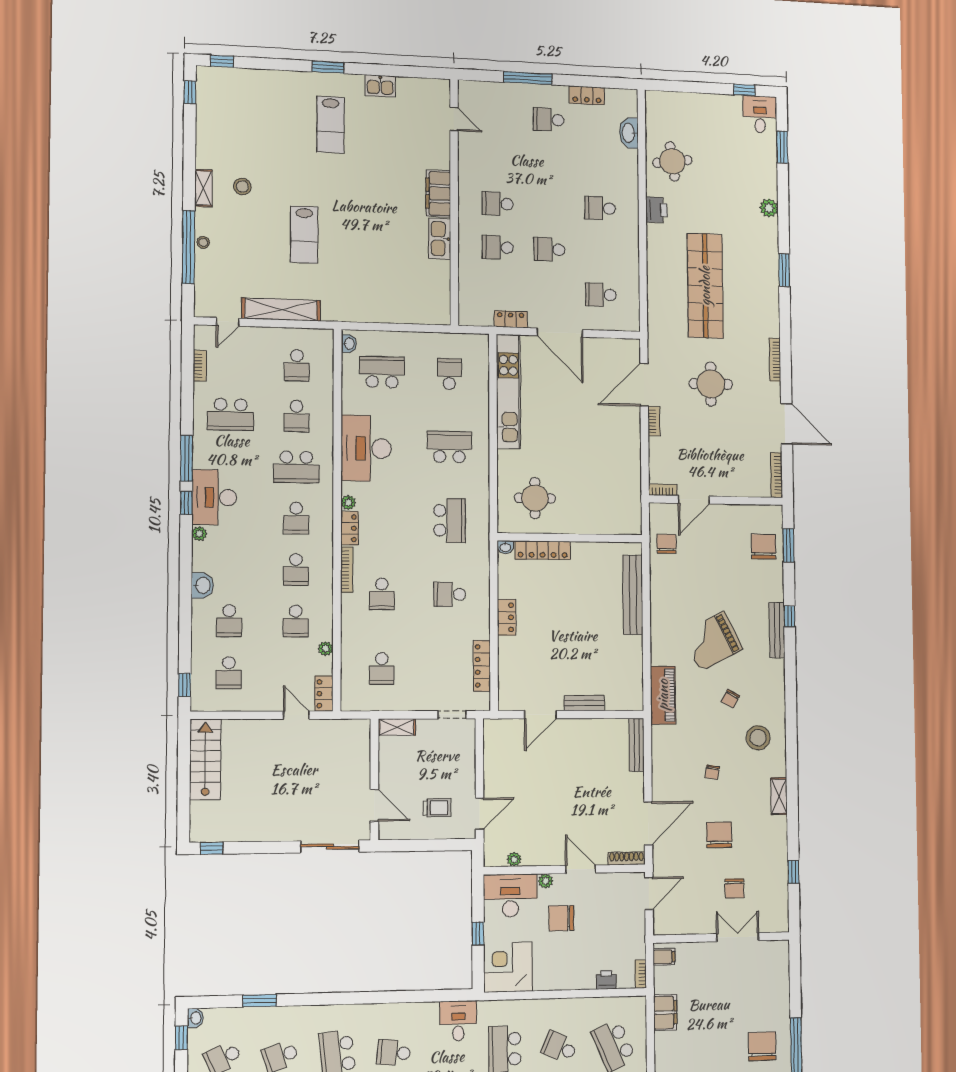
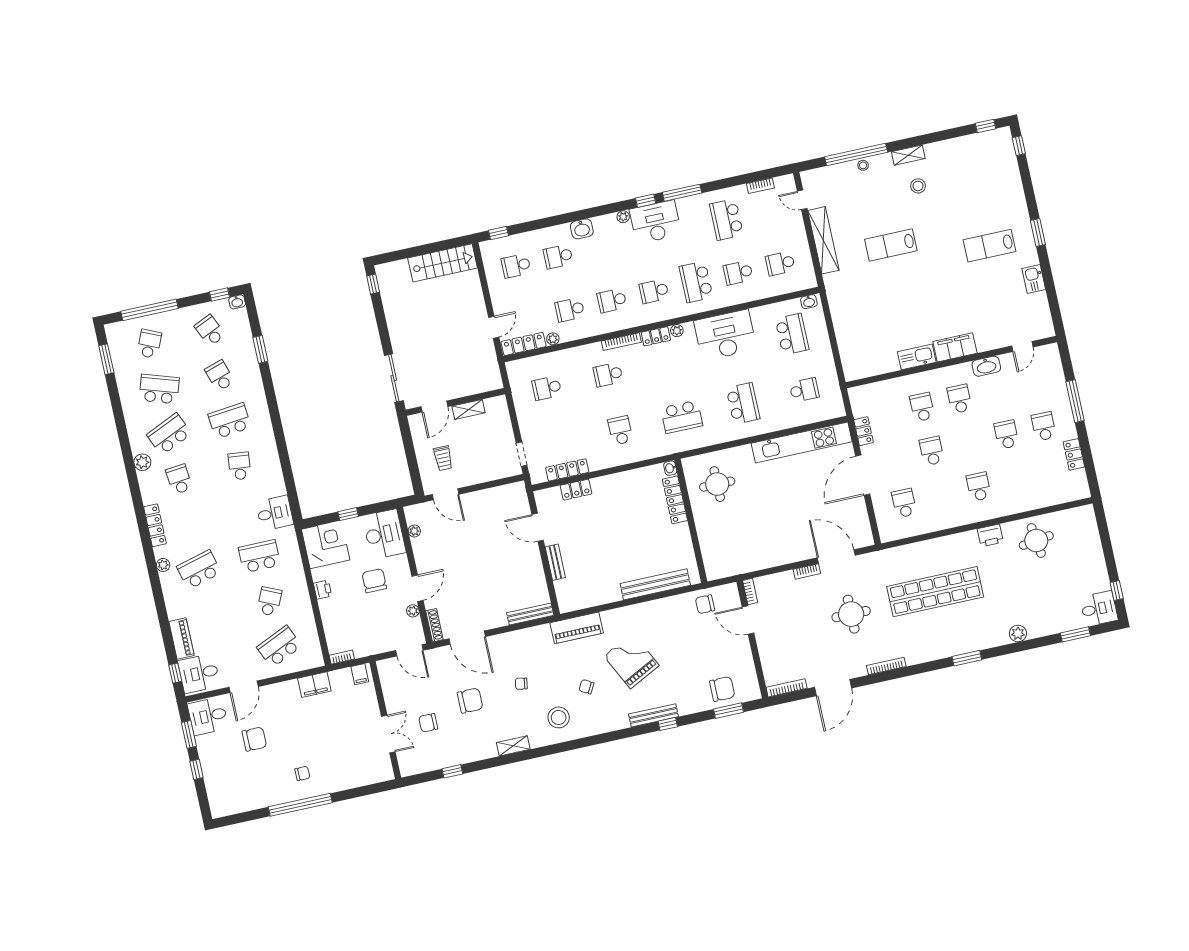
washbasin: (629, 133) -> (986, 366), moved, turned 180
school desk: (549, 163) -> (1006, 435), added
chair: (667, 544) -> (705, 604), turned 180
locker: (506, 617) -> (576, 490), moved
locker: (324, 694) -> (524, 344), width x1.53
shelving: (397, 727) -> (468, 409), moved, turned 90
plant: (546, 881) -> (413, 611), moved
printer: (606, 980) -> (323, 590), moved
chair: (762, 1046) -> (302, 773), width x0.54, depth x0.54

